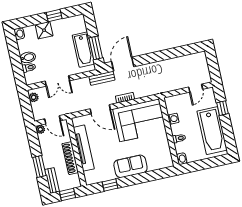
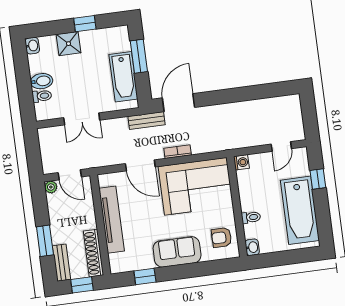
window: (96, 48) -> (139, 56), moved
plant: (34, 97) -> (45, 140), removed
washing machine: (173, 119) -> (241, 162), moved
armchair: (160, 154) -> (222, 238), added
shoe rack: (70, 158) -> (93, 253), moved

